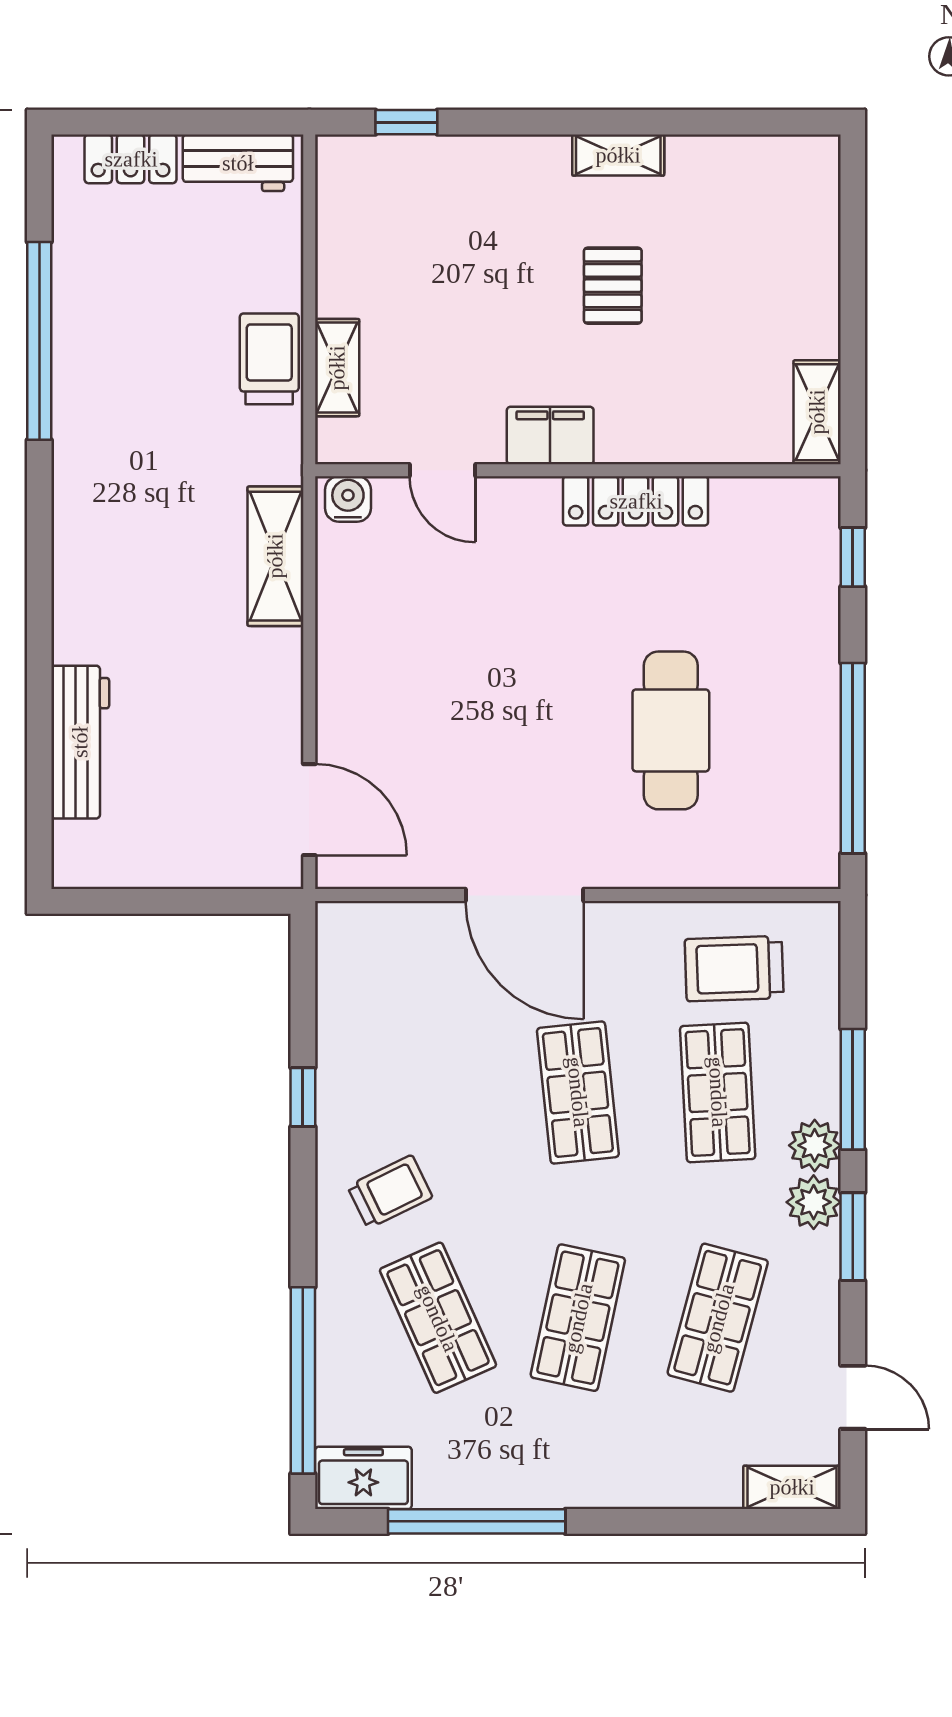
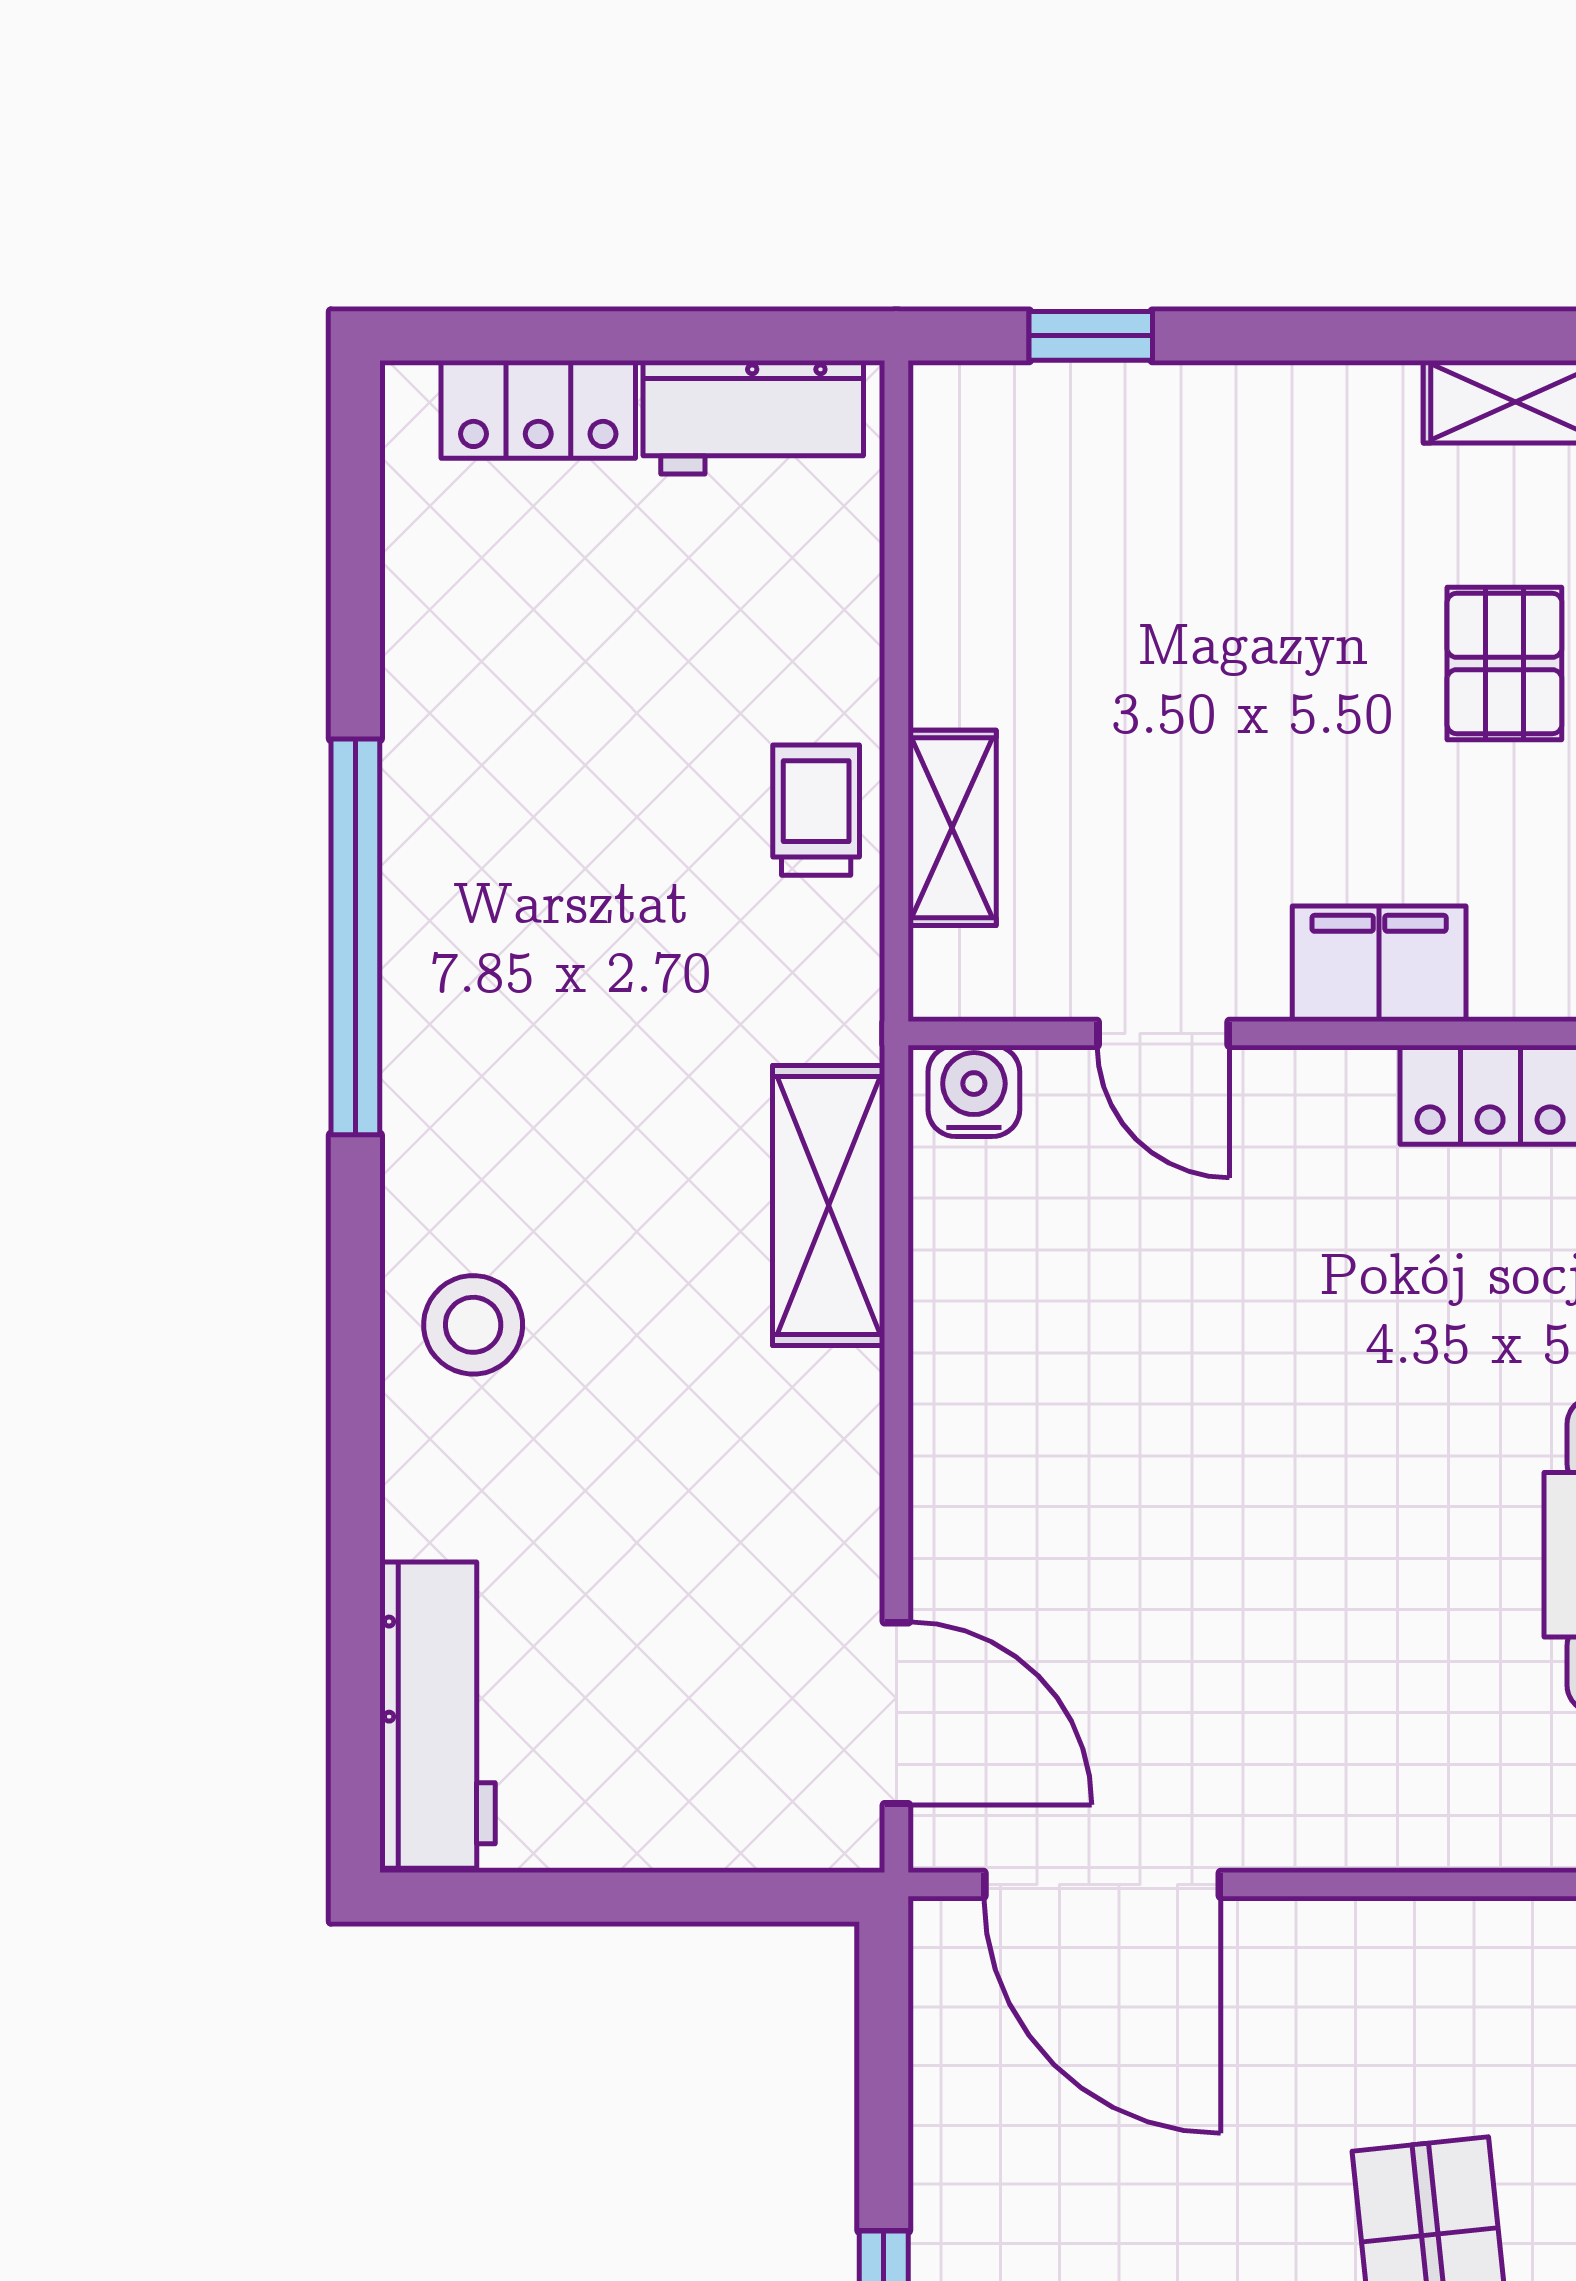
window: (39, 341) -> (355, 937), moved
trolley: (269, 359) -> (816, 810), width x0.73, depth x0.72
stool: (98, 616) -> (473, 1325), added
workbench: (80, 742) -> (438, 1715), moved
door: (524, 895) -> (1102, 1884), moved

